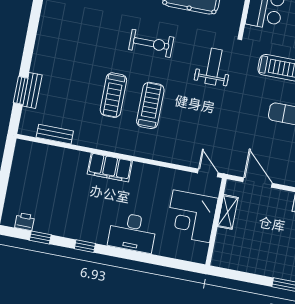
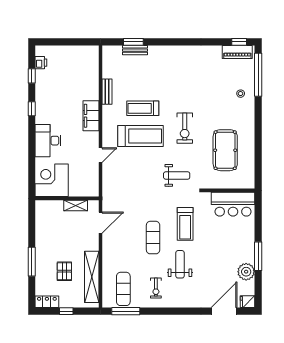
treadmill: (150, 105) -> (141, 136), width x1.37, depth x1.38
bench: (55, 134) -> (107, 92), moved
door: (208, 173) -> (100, 155), moved
corner desk: (191, 216) -> (52, 180), moved

